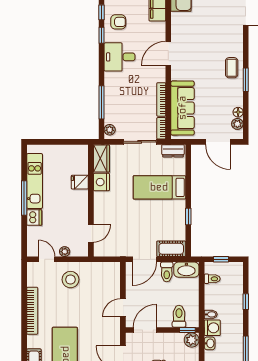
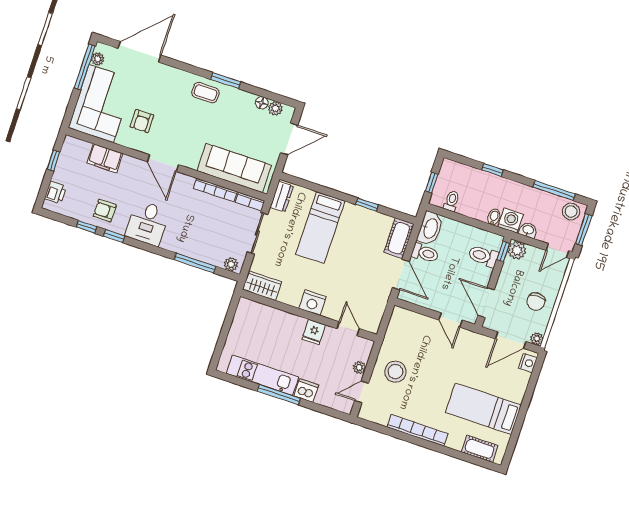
armchair: (118, 22) -> (105, 211), turned -90
armchair: (195, 27) -> (142, 121), added
fridge: (80, 182) -> (314, 332), moved
nightstand: (101, 182) -> (312, 303), moved

